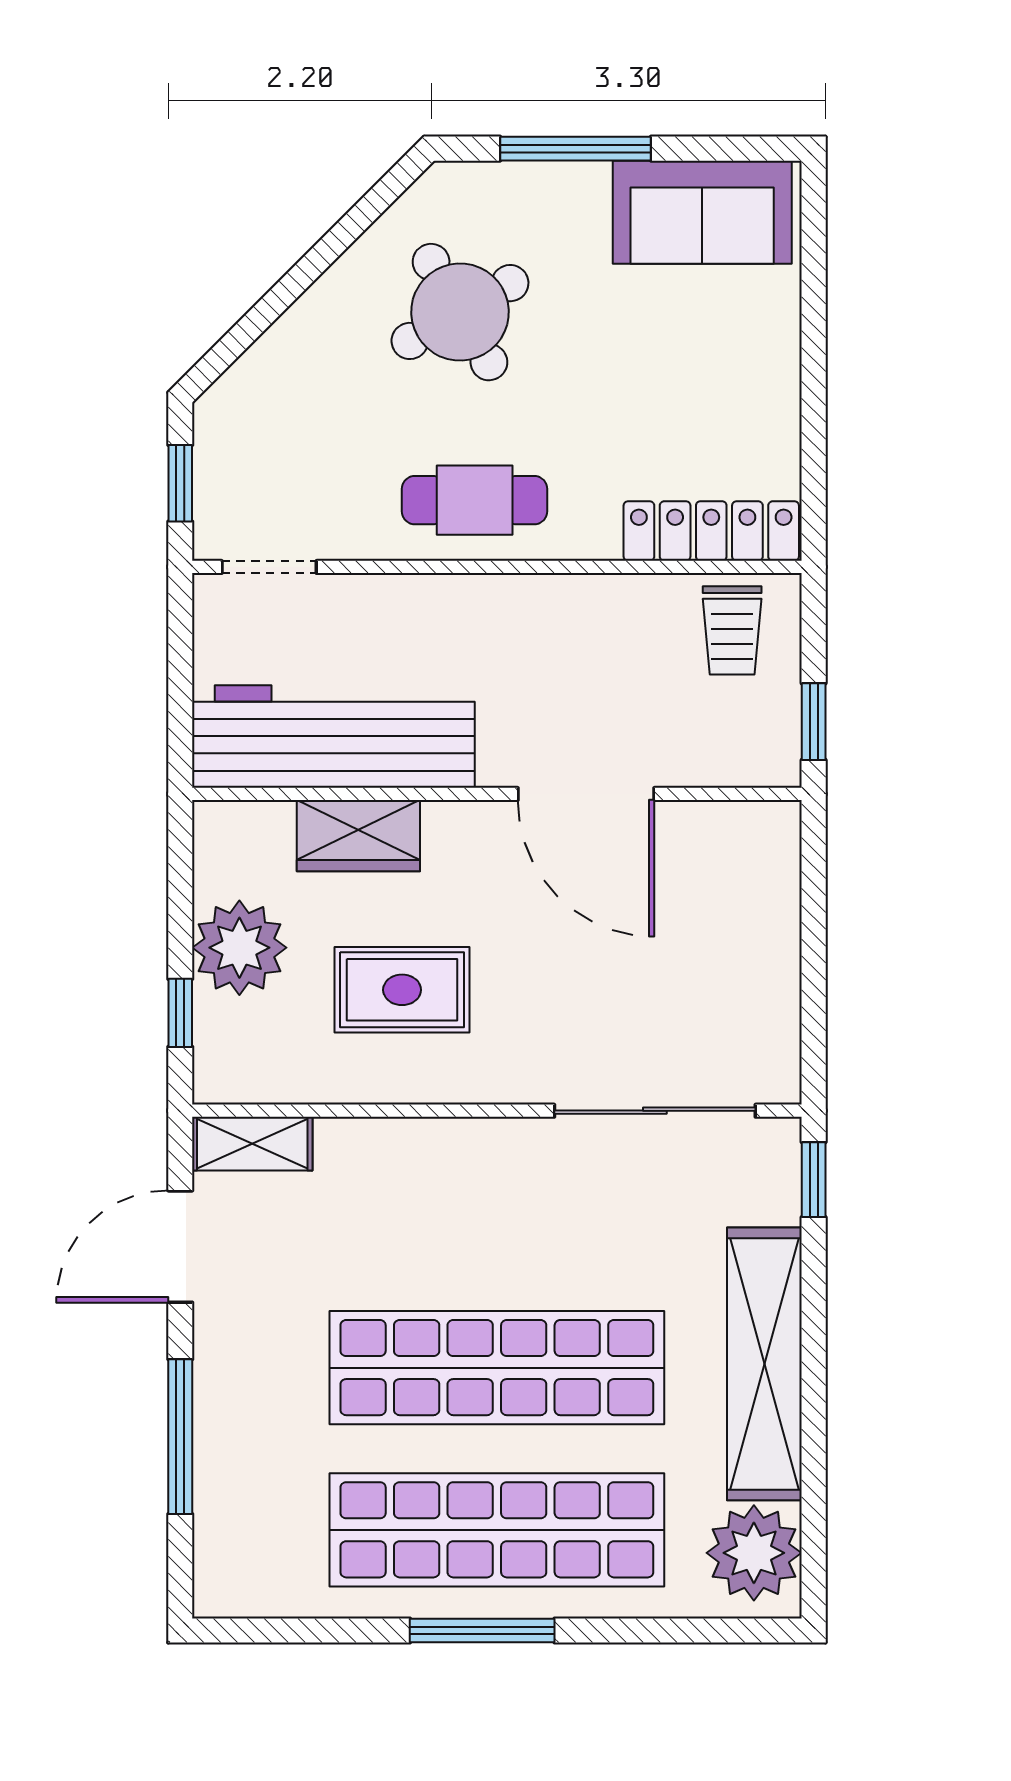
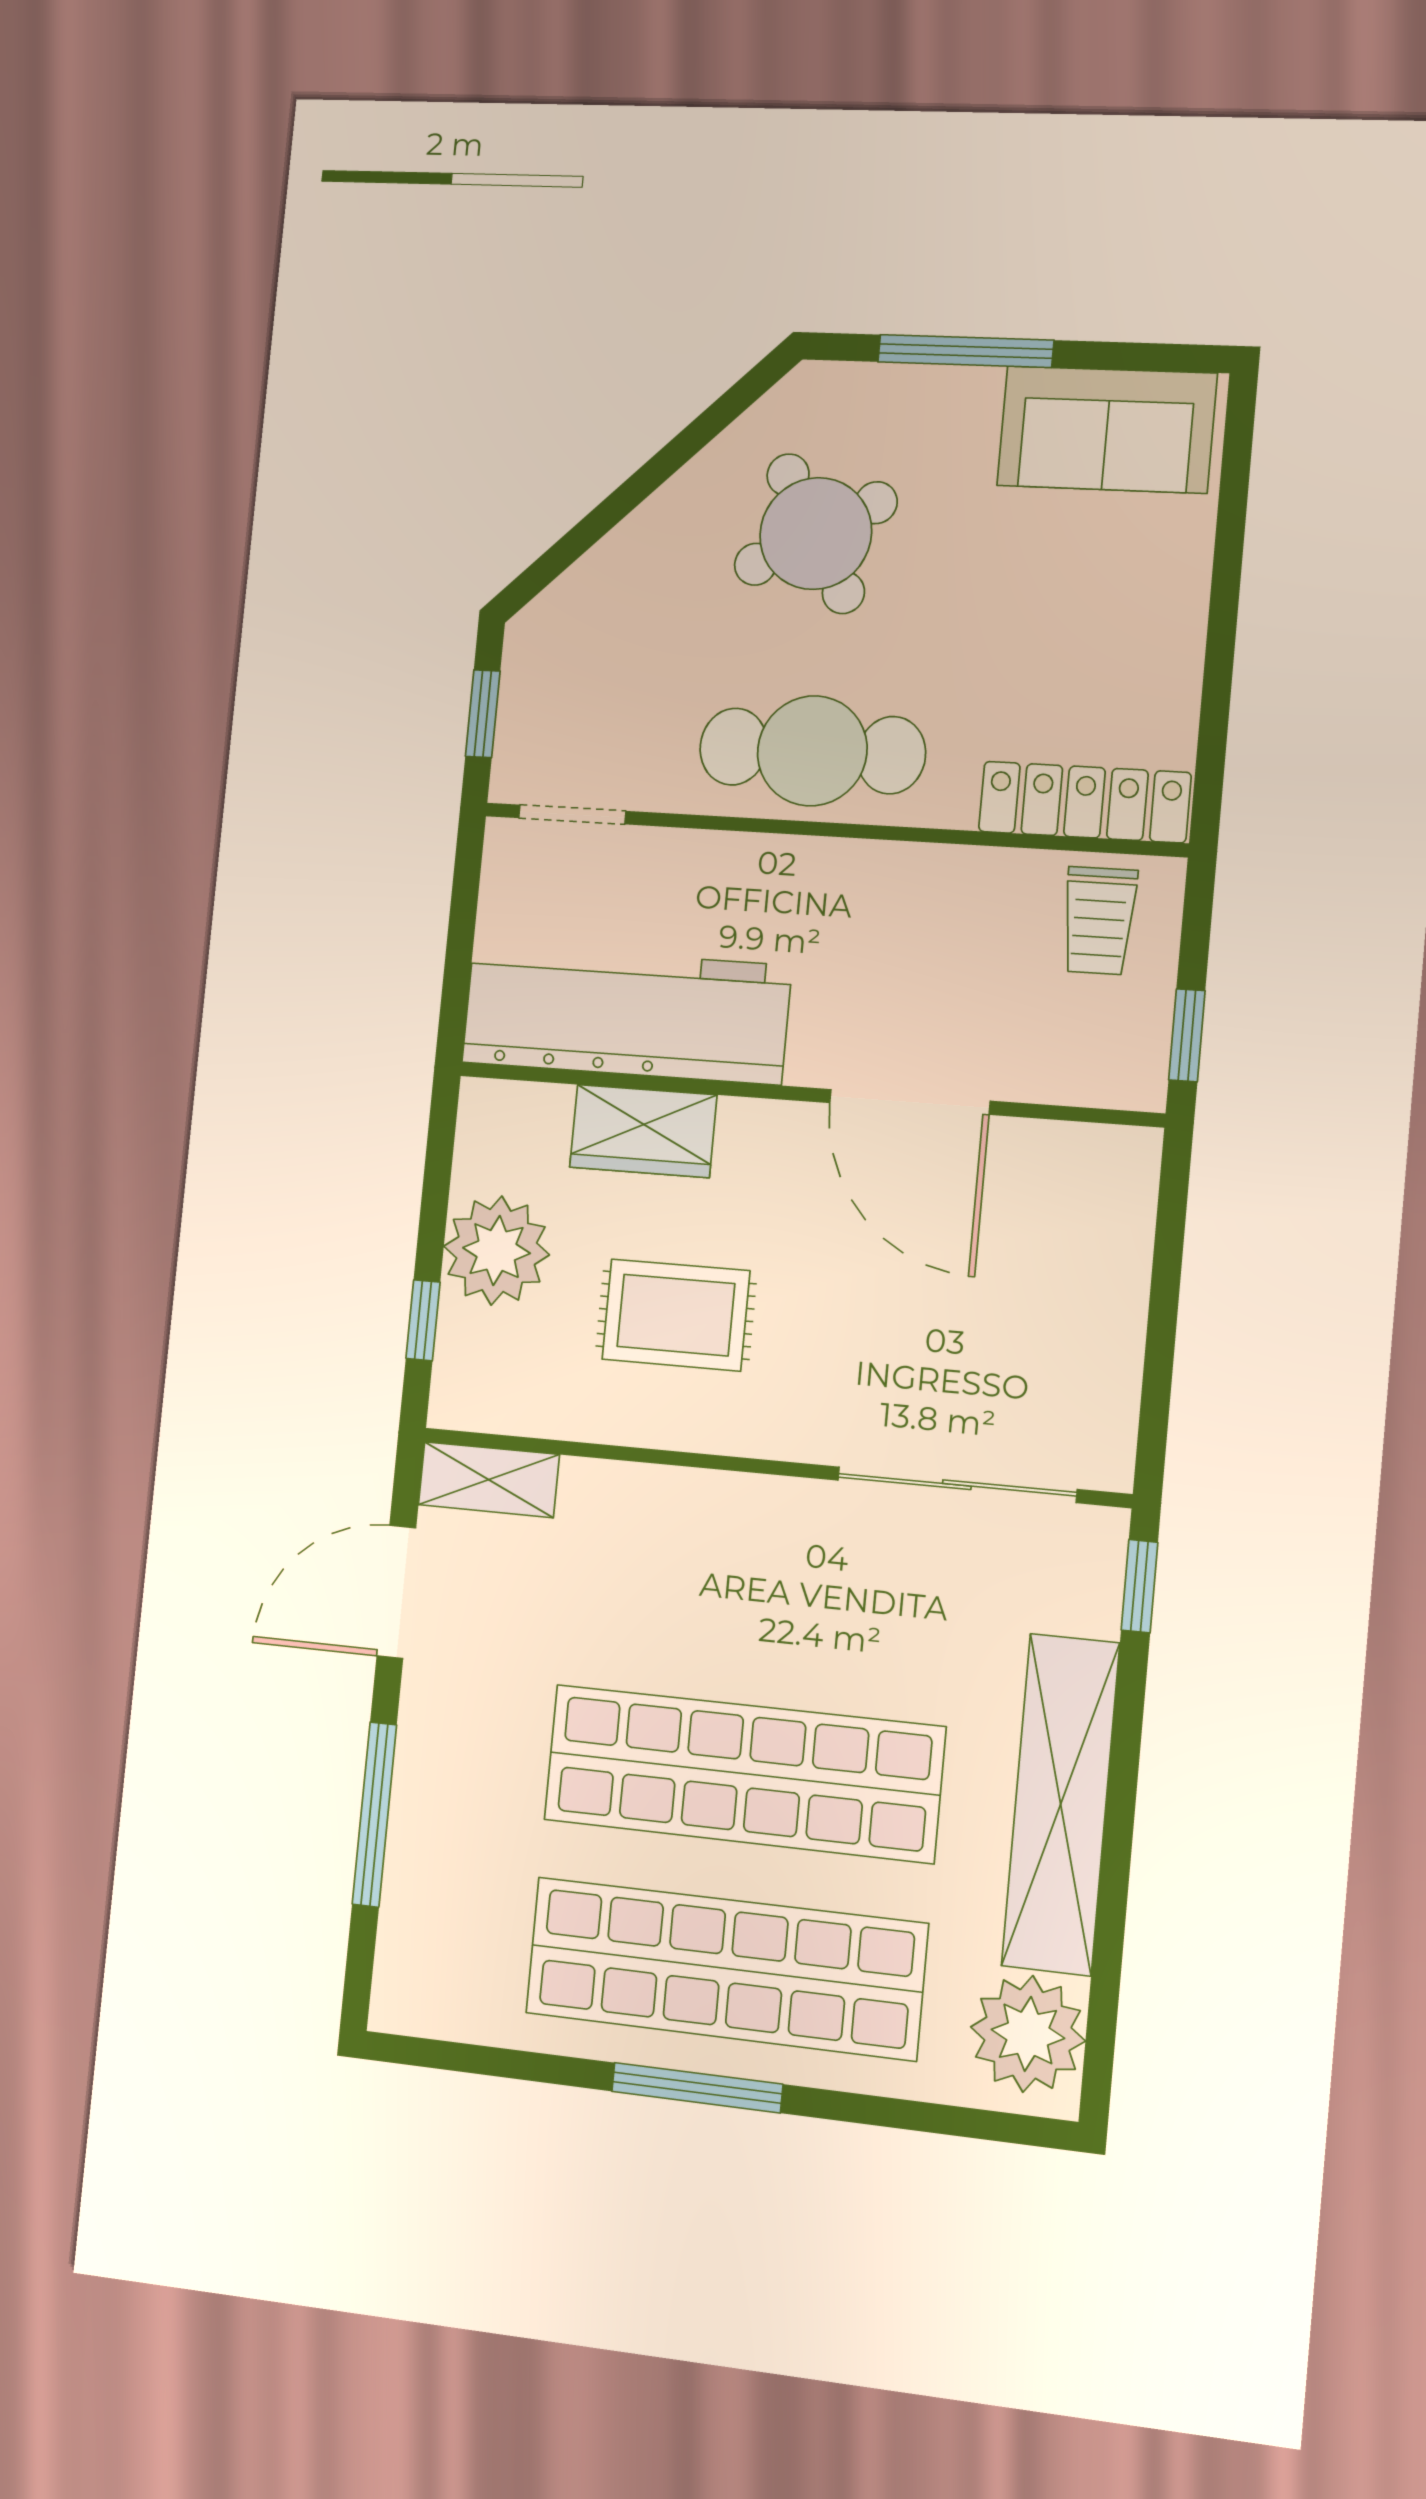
cafe table: (475, 500) -> (812, 751), width x1.37, depth x1.35

